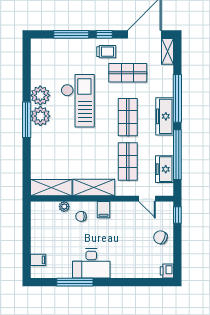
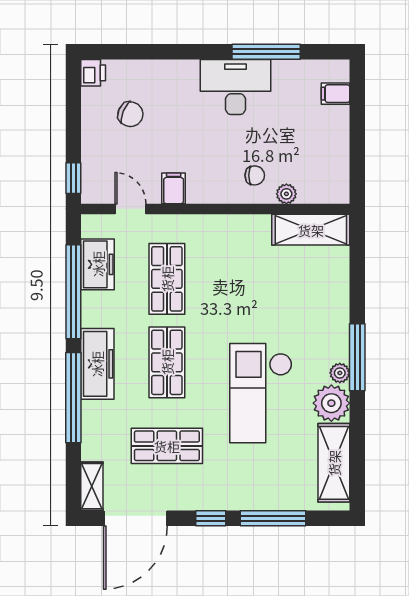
trolley: (106, 52) -> (207, 486), removed
plant: (40, 116) -> (340, 373), width x0.53, depth x0.53
shelving: (94, 188) -> (334, 463), moved, turned 90
filing cabinet: (104, 210) -> (174, 188), moved
chair: (160, 237) -> (130, 114), moved

